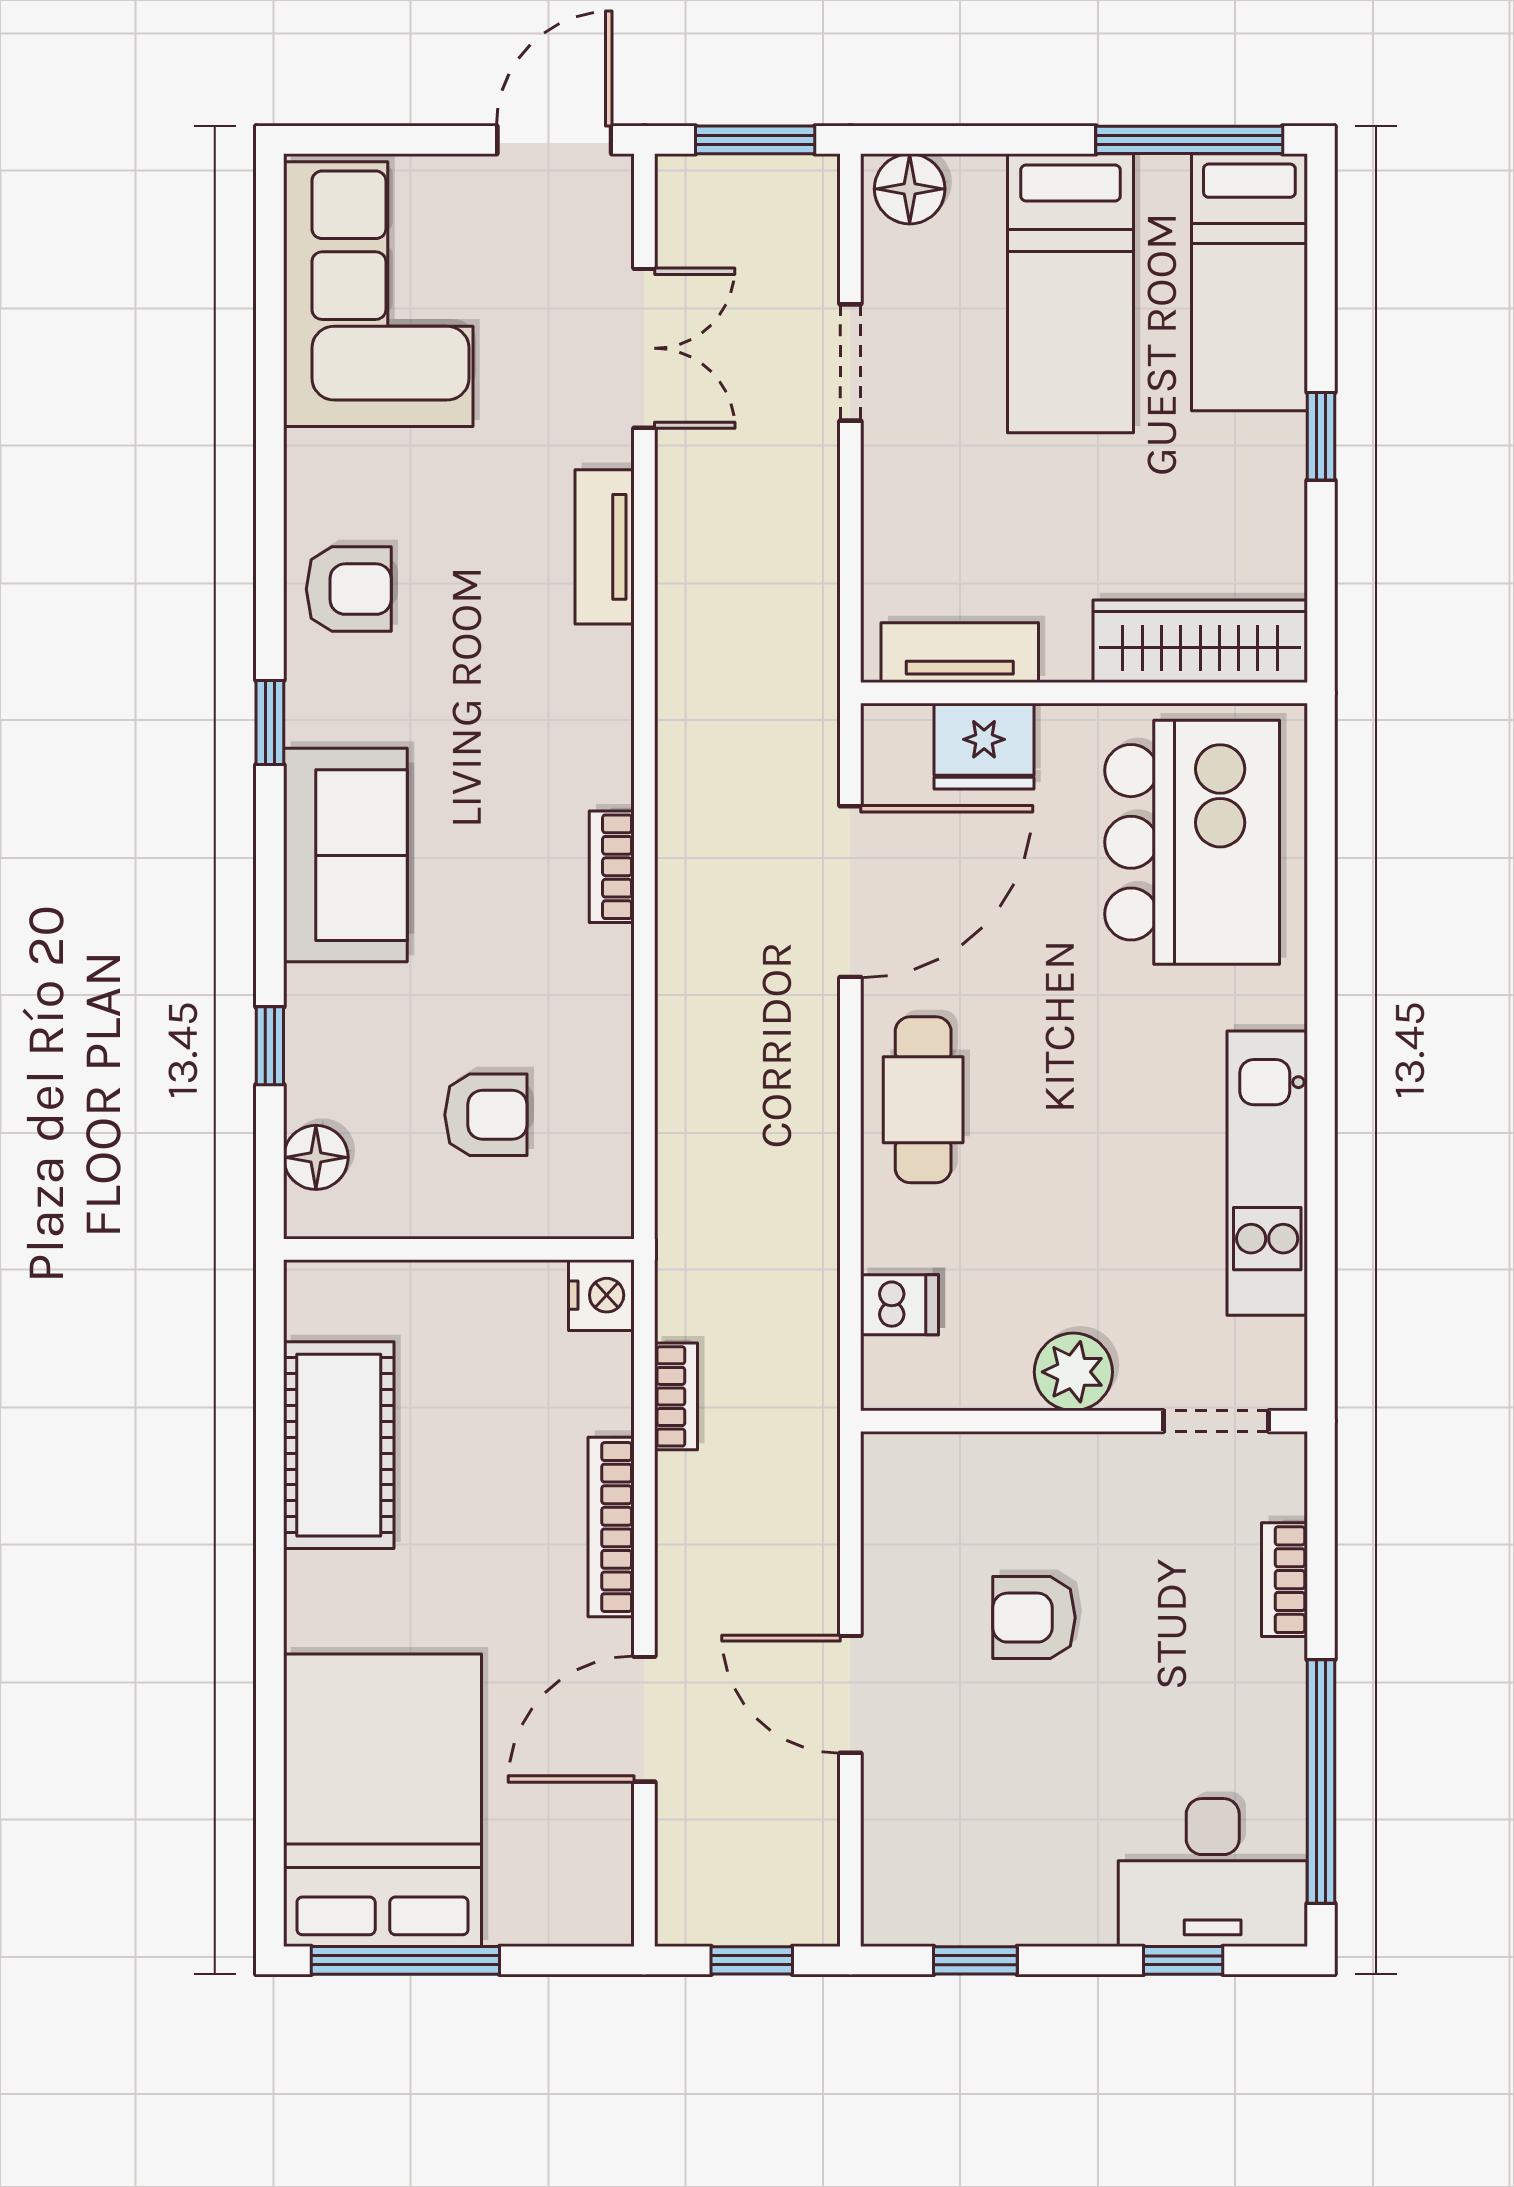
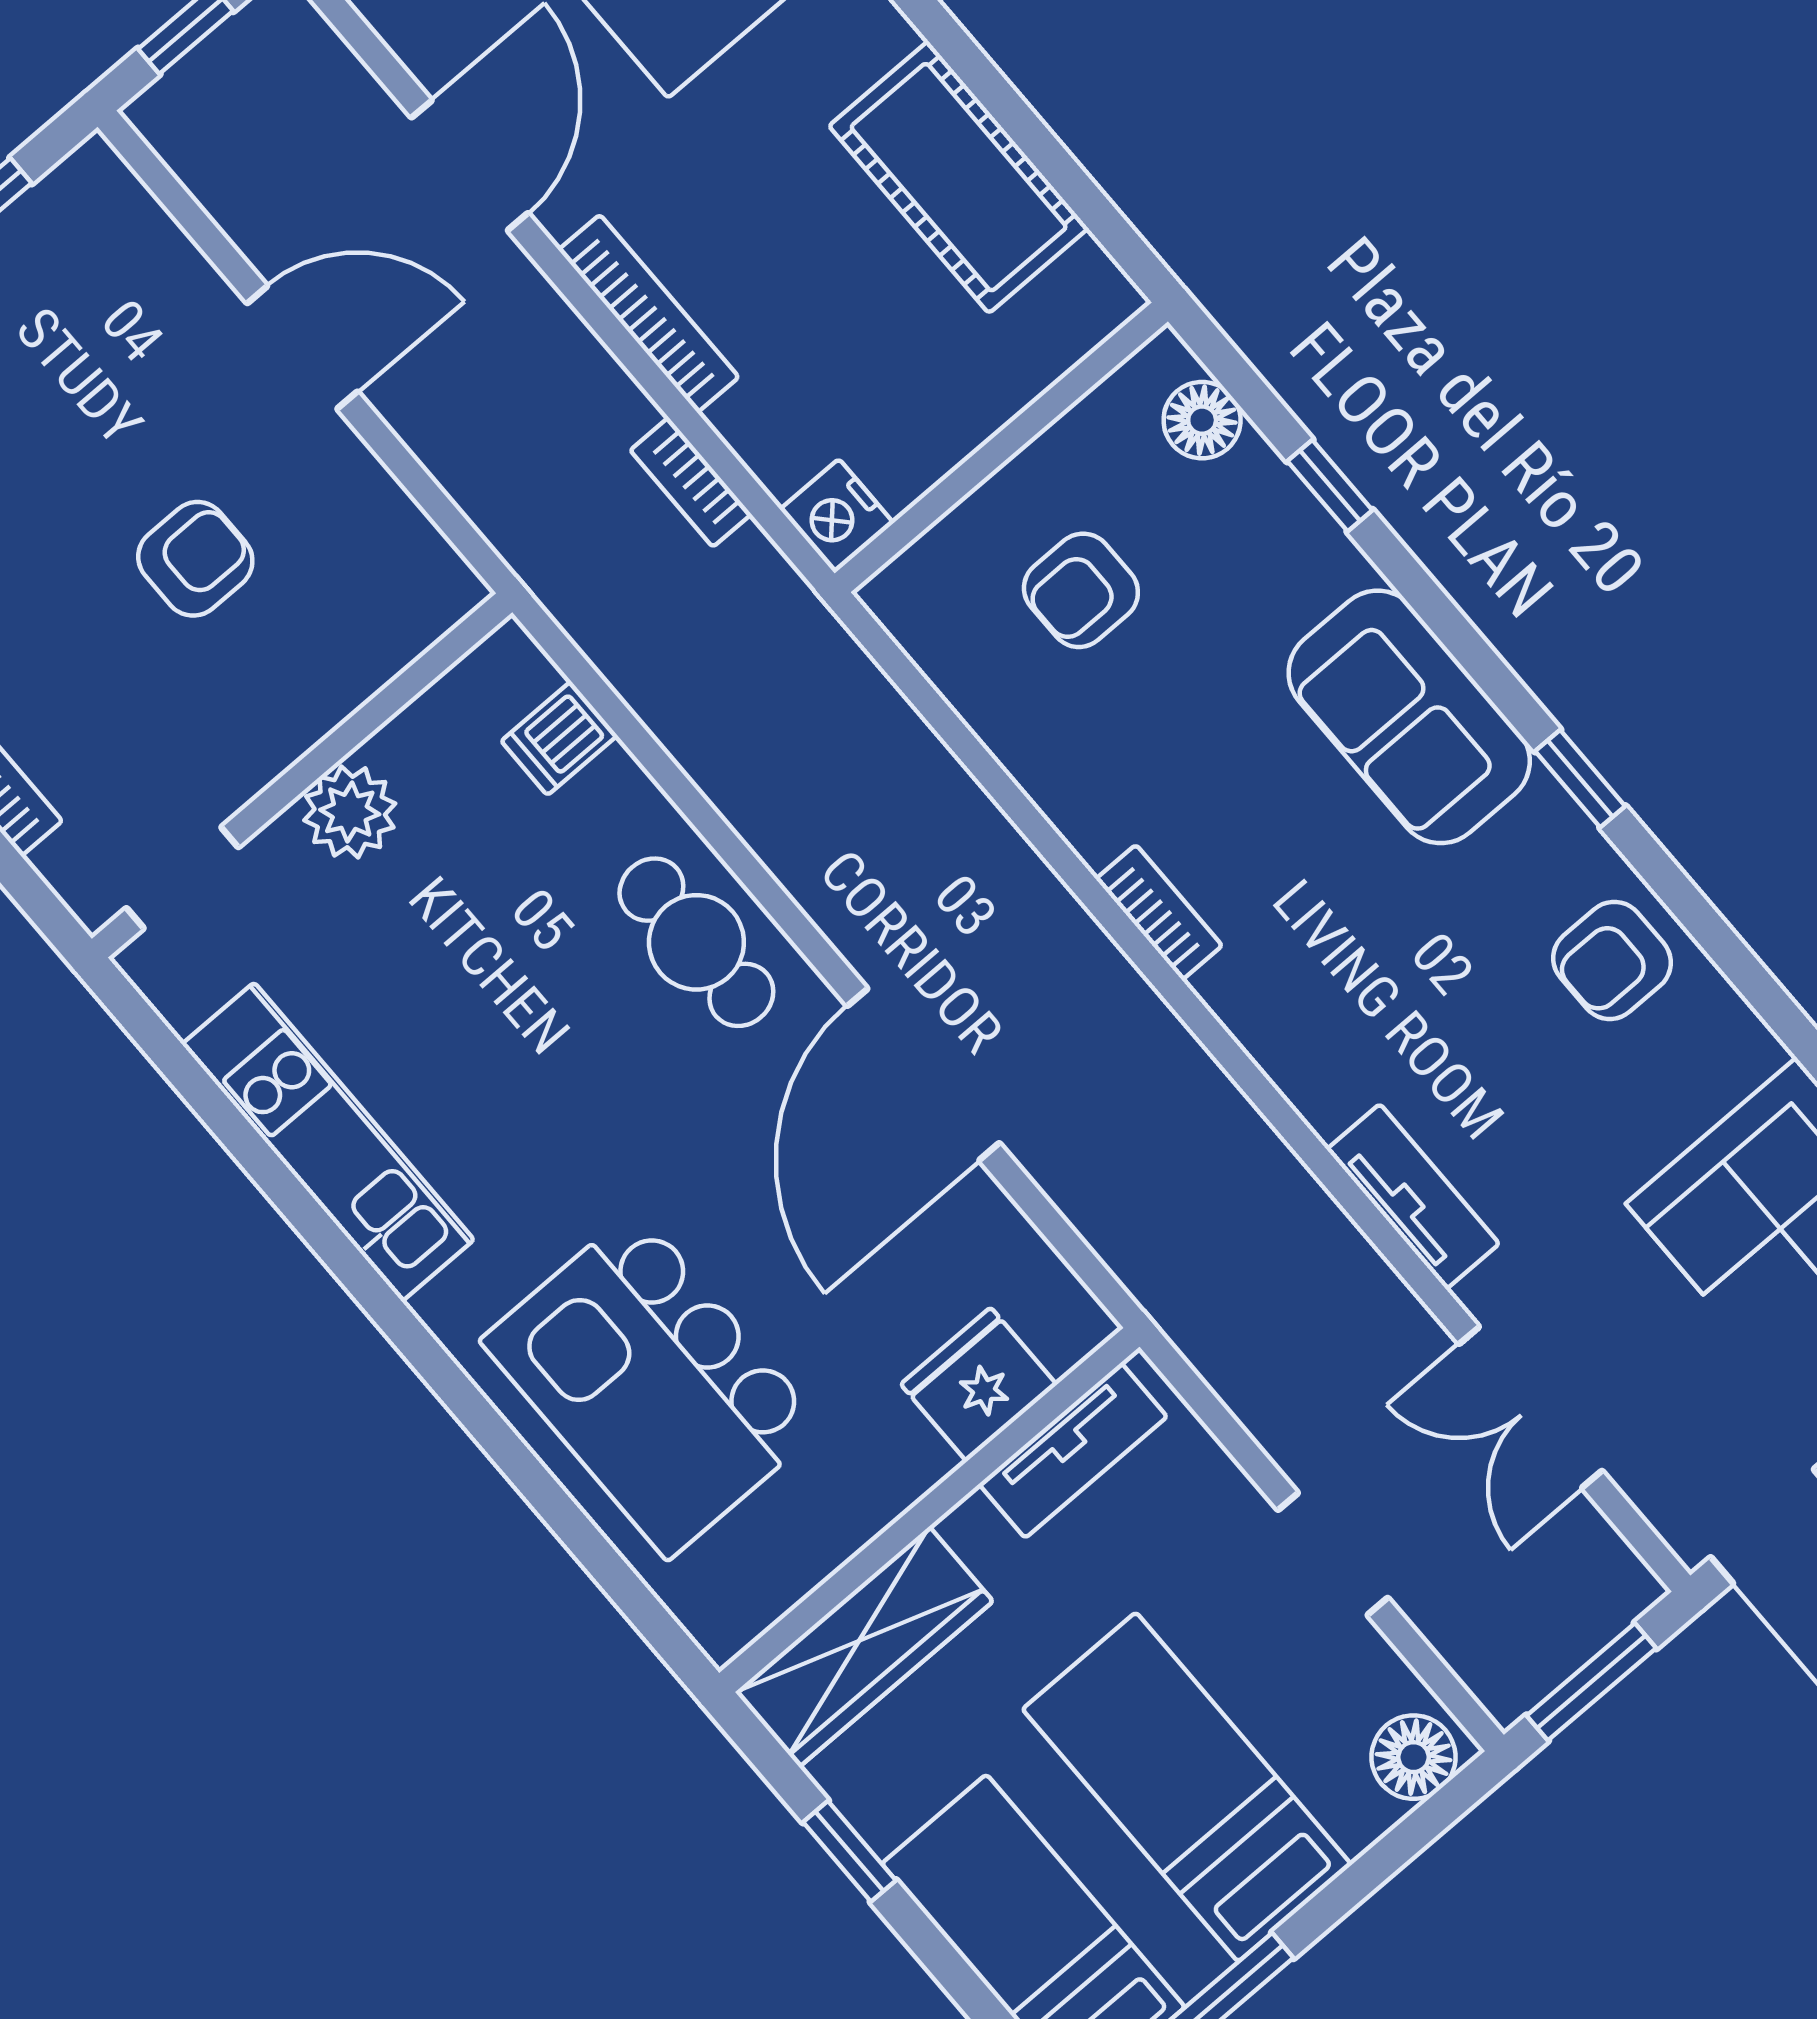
wardrobe: (1200, 641) -> (864, 1647), moved
tv unit: (960, 653) -> (1073, 1450), moved
wall: (1084, 693) -> (929, 1510), moved
fridge: (984, 746) -> (979, 1384), moved

